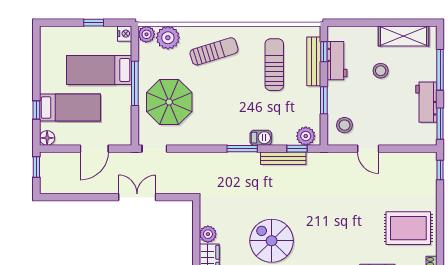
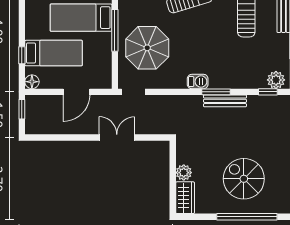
barbecue: (261, 138) -> (198, 82), moved
bench: (283, 158) -> (225, 101), moved

